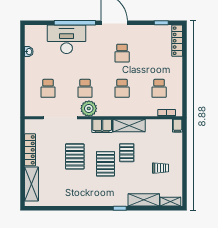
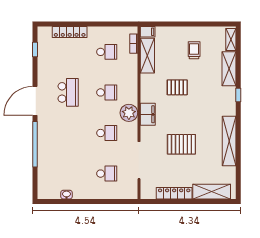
desk: (67, 39) -> (53, 153), removed
locker: (177, 41) -> (70, 32), moved
school desk: (122, 53) -> (68, 92), width x1.85
plant: (89, 109) -> (129, 113), moved
shelving: (129, 125) -> (147, 56), moved
pallet: (105, 164) -> (189, 111), removed
shelving: (78, 200) -> (229, 141), added

